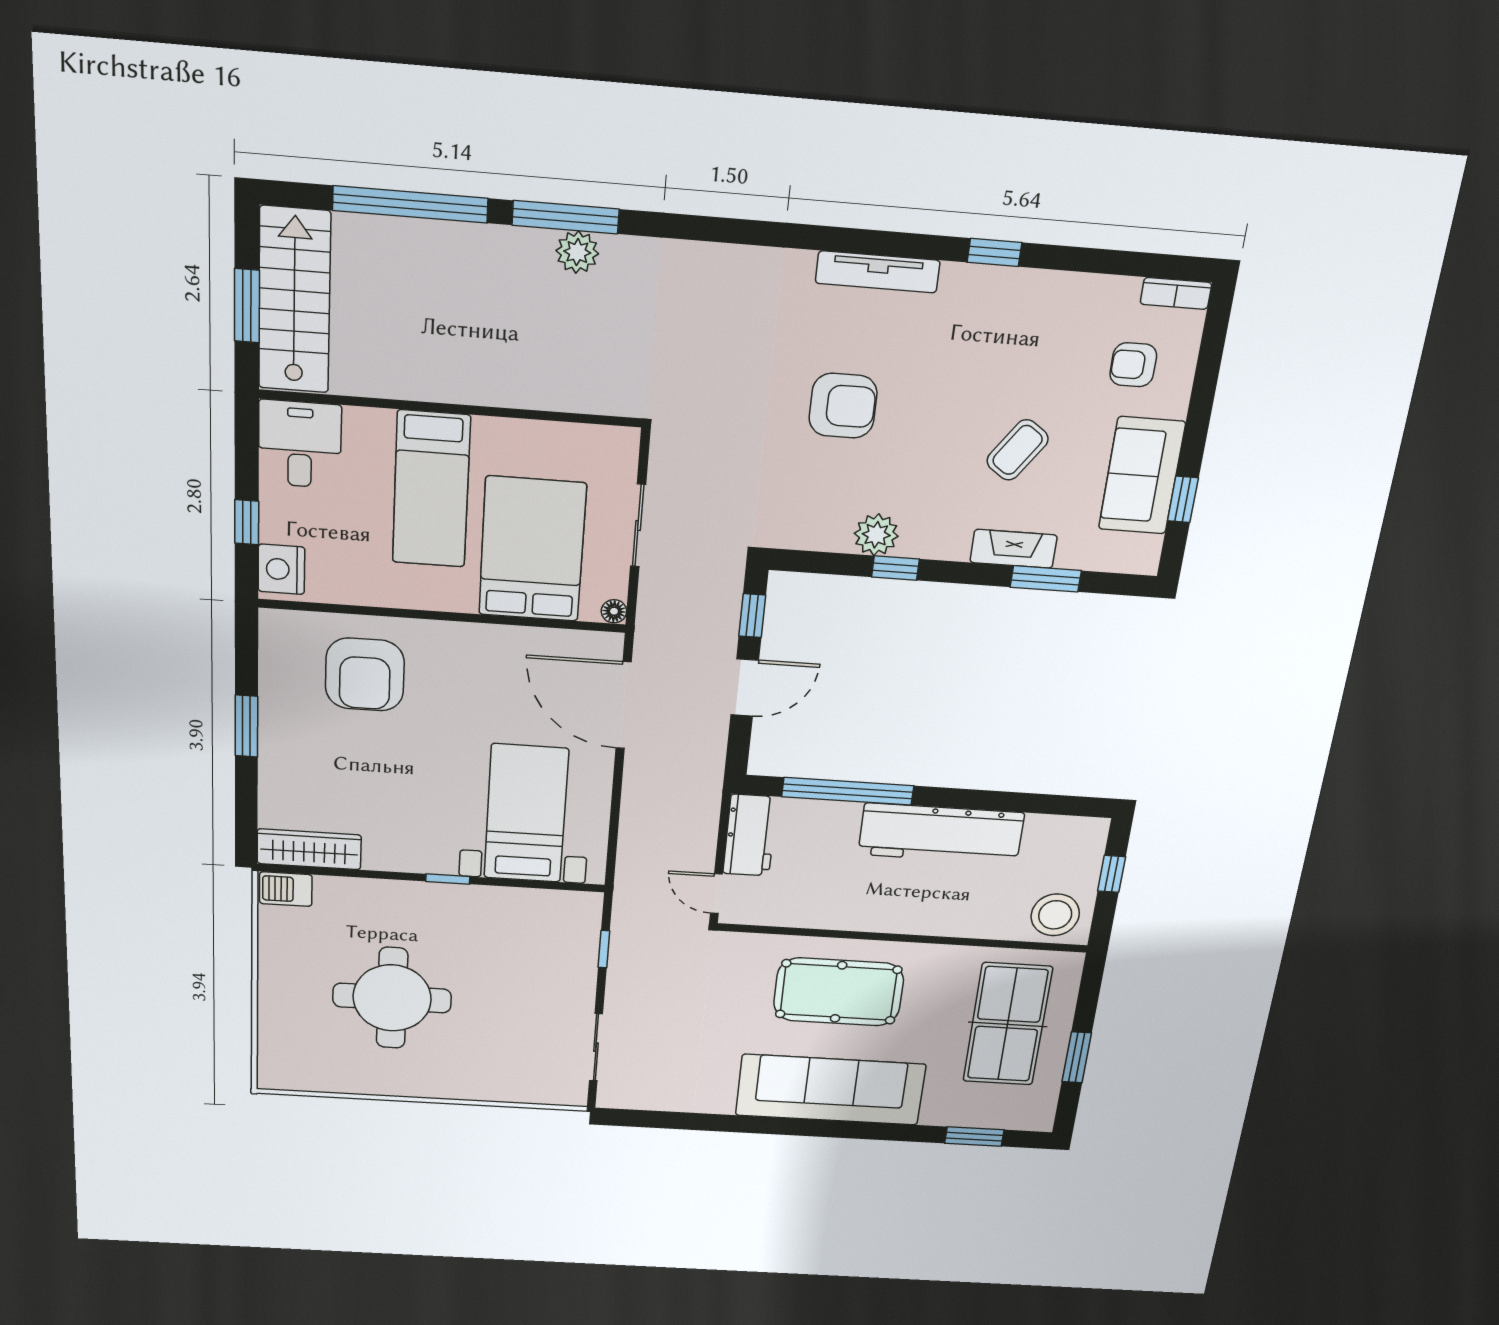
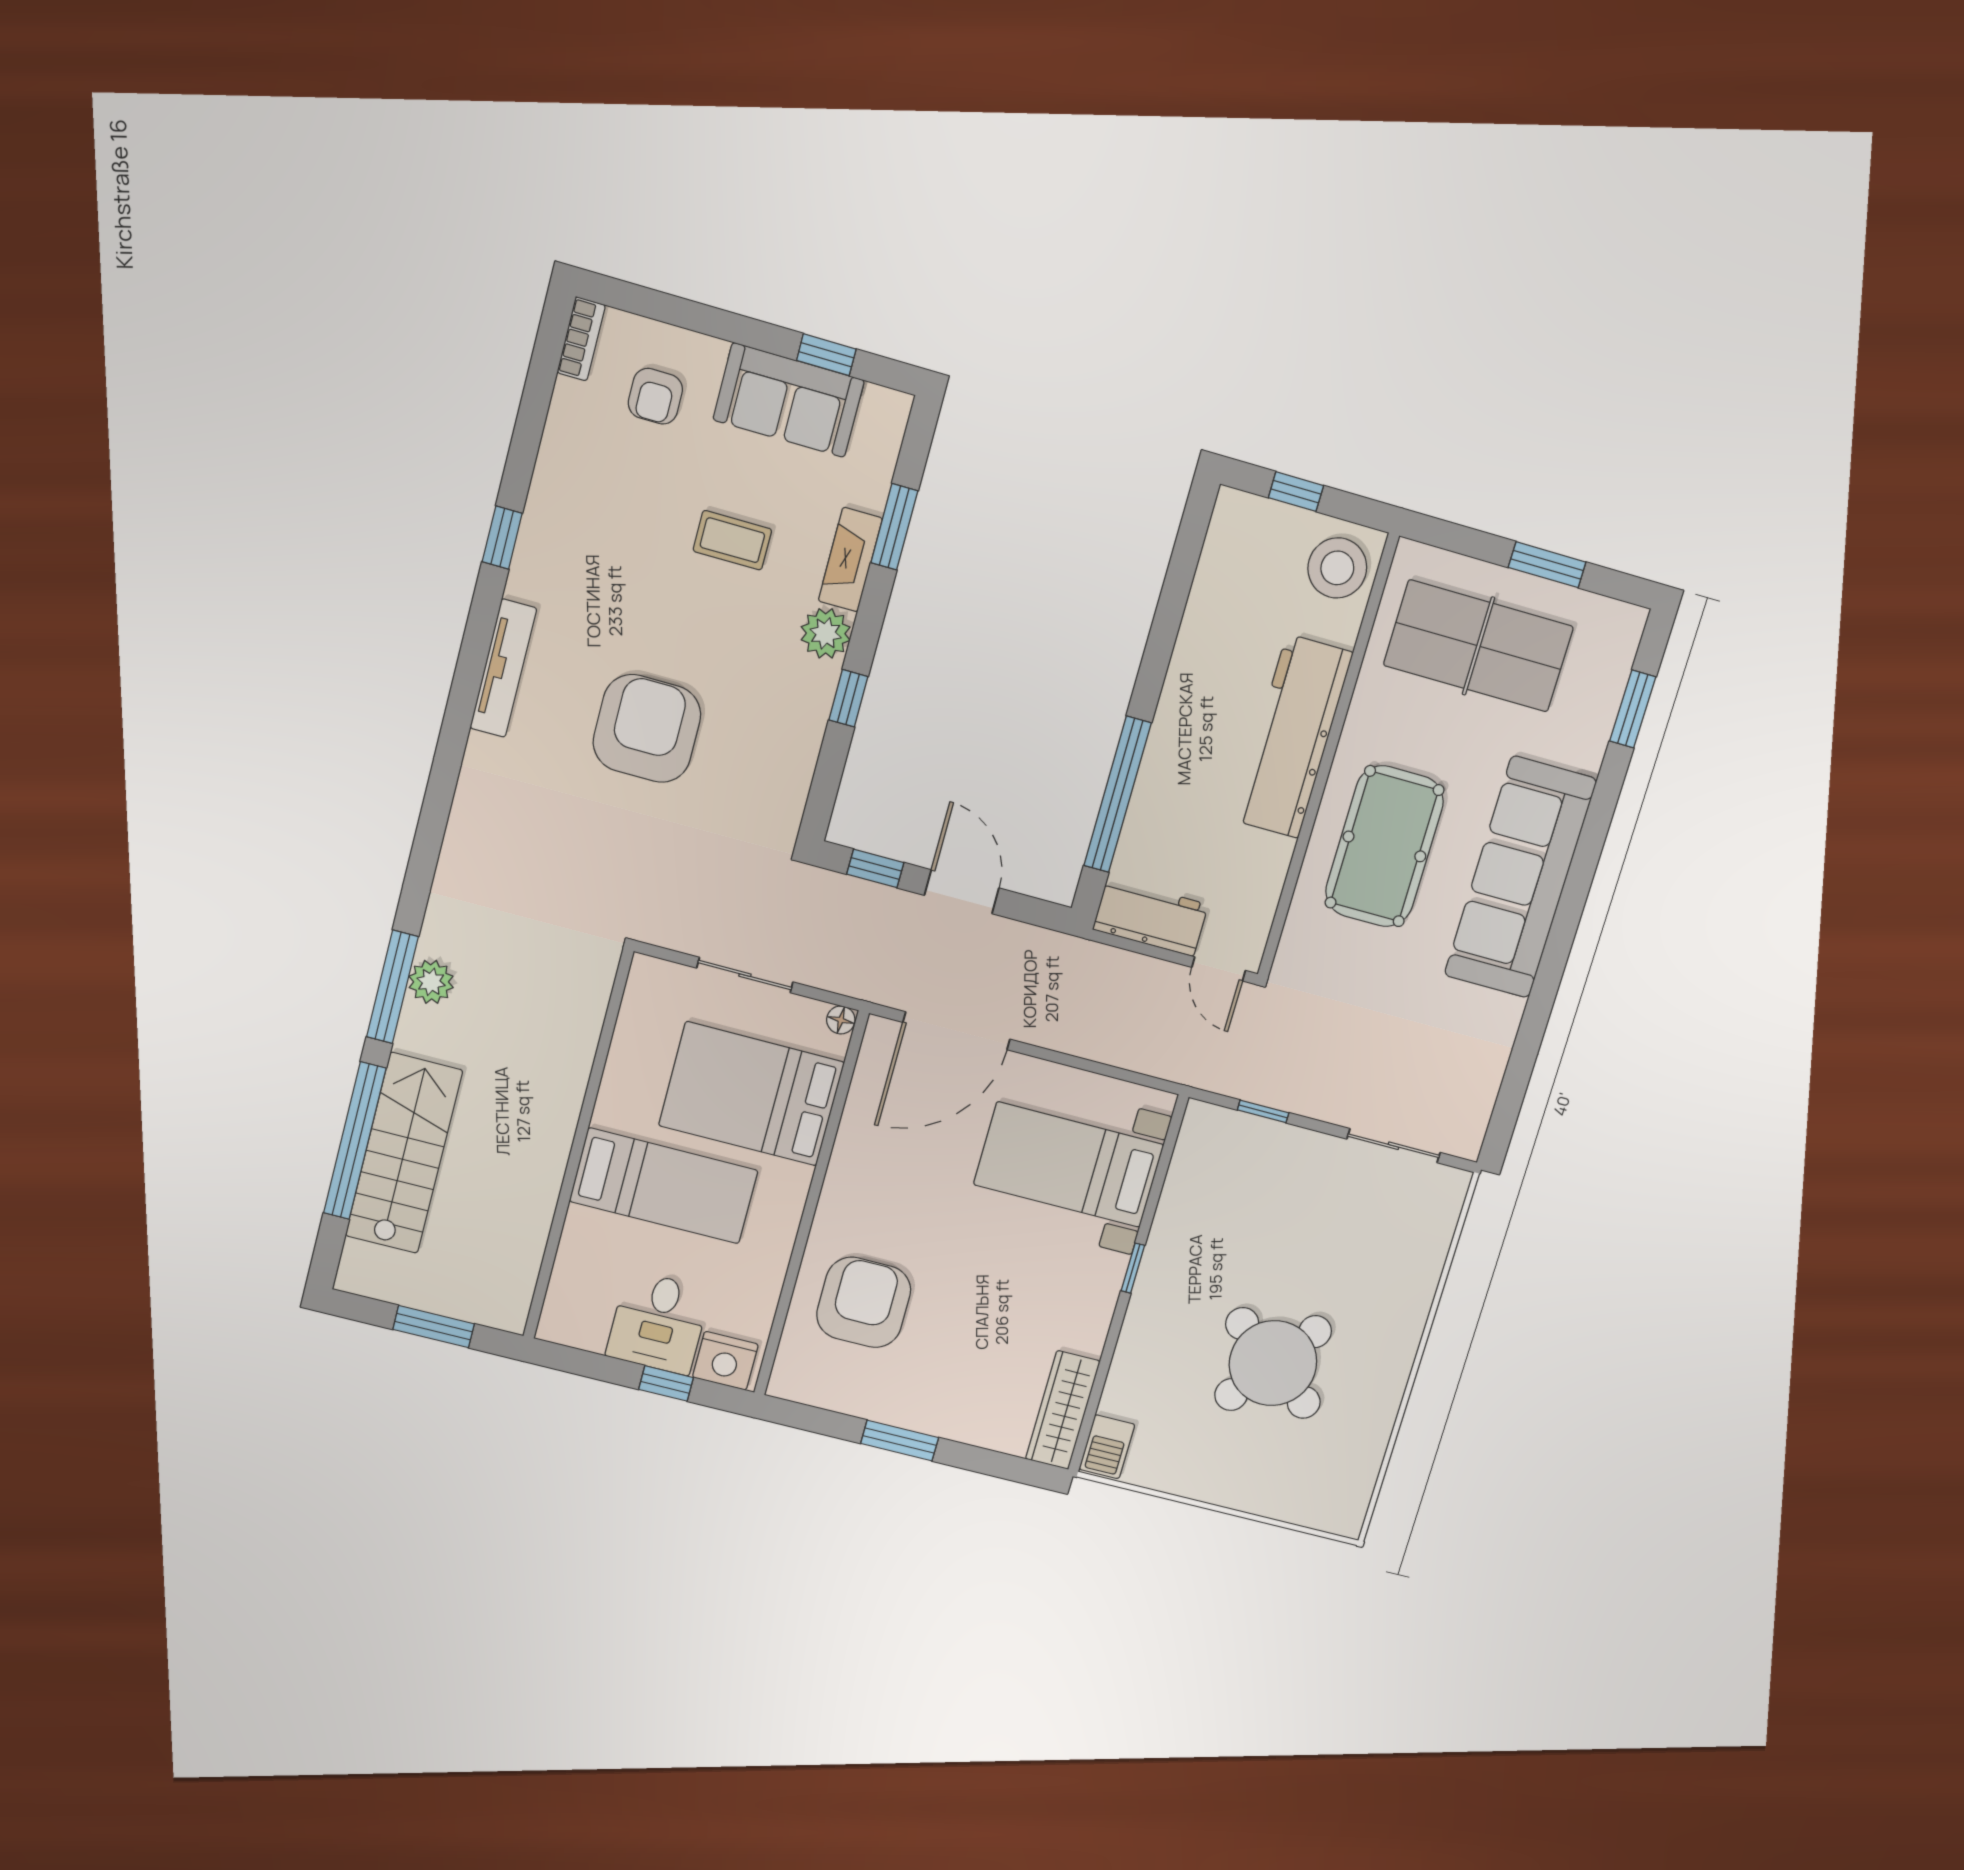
stairs: (294, 300) -> (404, 1153), moved, turned 90
armchair: (843, 406) -> (647, 728), width x1.36, depth x1.36
desk: (300, 444) -> (658, 1323), moved, turned -90
coffee table: (1018, 450) -> (732, 540), turned -35
plant: (876, 535) -> (826, 633), moved
armchair: (365, 675) -> (864, 1302), turned -90
workbench: (941, 834) -> (1293, 737), moved, turned 180
door: (716, 894) -> (1219, 969), hinge flipped
round table: (392, 998) -> (1273, 1363), turned 37

